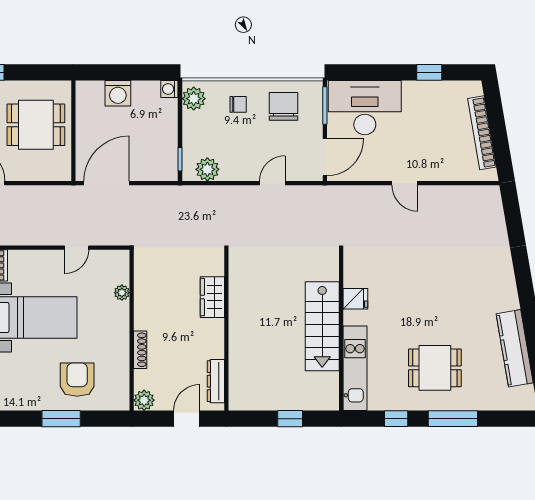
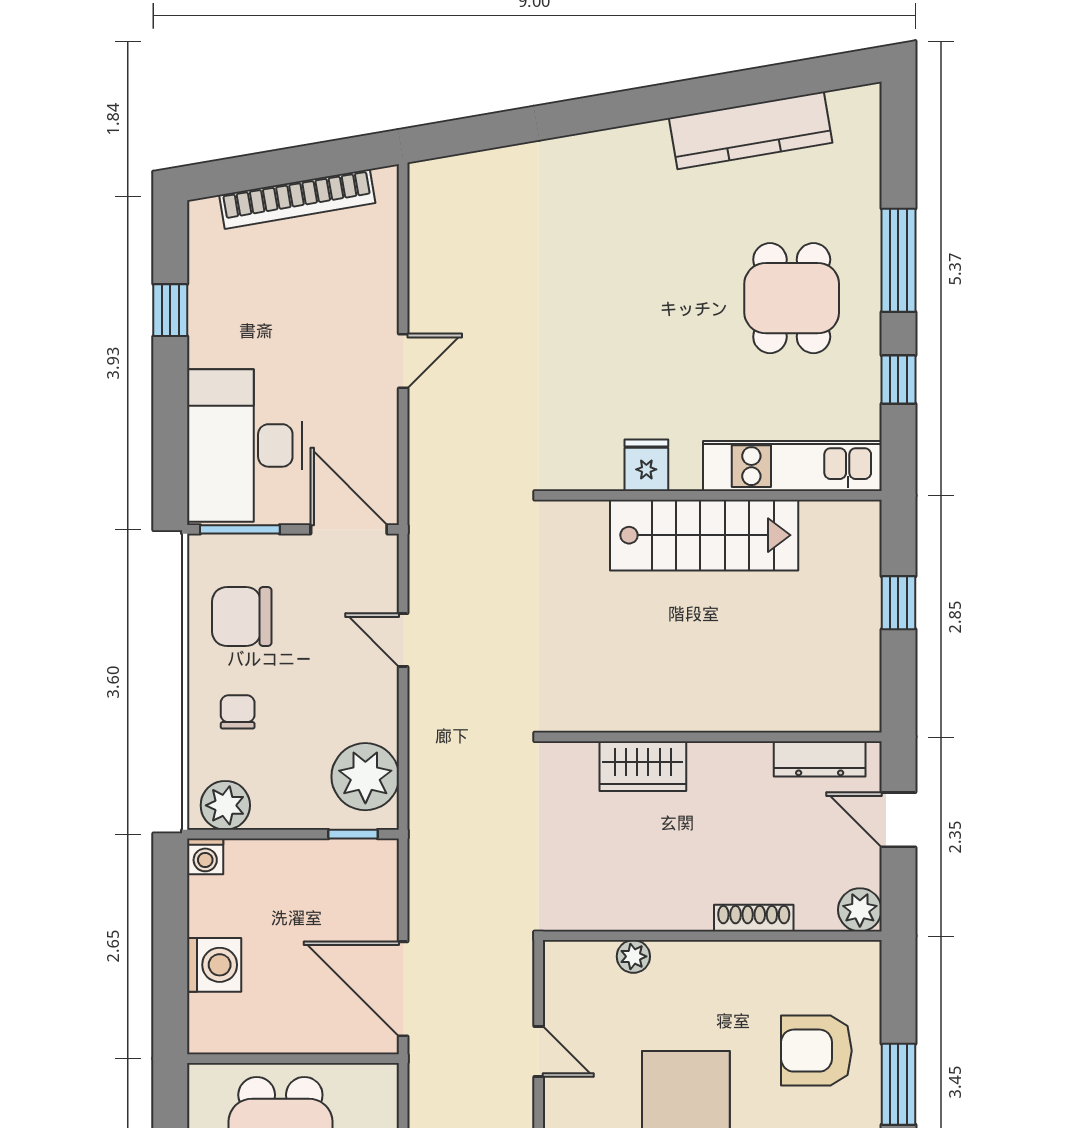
plant: (207, 169) -> (365, 777), width x1.36, depth x1.36

